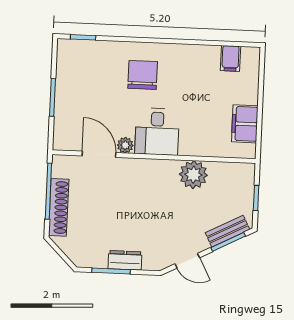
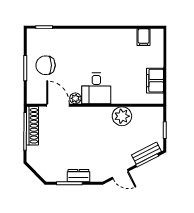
chair: (143, 75) -> (46, 65), moved, turned -90
shoe rack: (59, 207) -> (32, 126), moved

